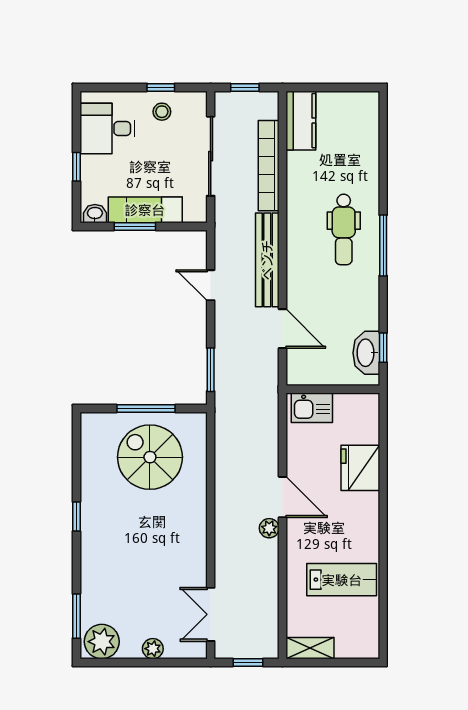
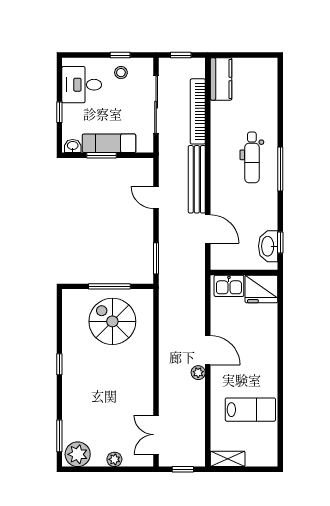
fridge: (360, 468) -> (261, 289), moved, turned -90

